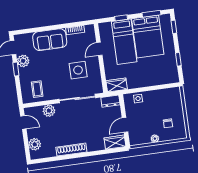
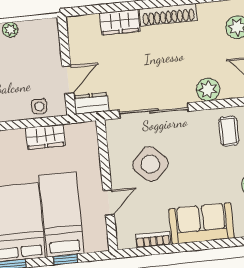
side table: (78, 70) -> (150, 164), turned 45
wardrobe: (117, 85) -> (45, 137), moved
door: (125, 125) -> (68, 80), moved
wardrobe: (115, 142) -> (120, 22), moved

